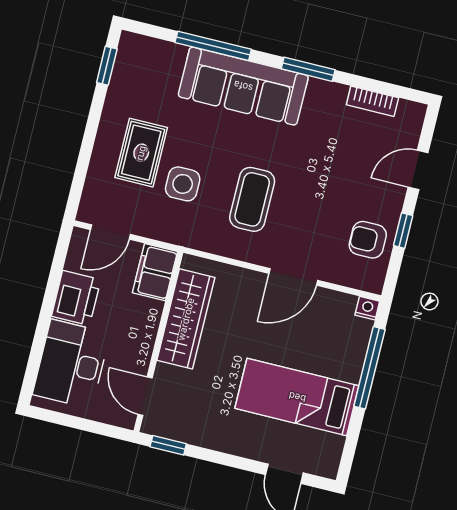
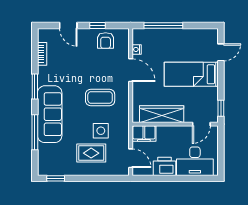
nightstand: (367, 308) -> (137, 49), moved
bed: (297, 397) -> (191, 74), moved, turned 90

